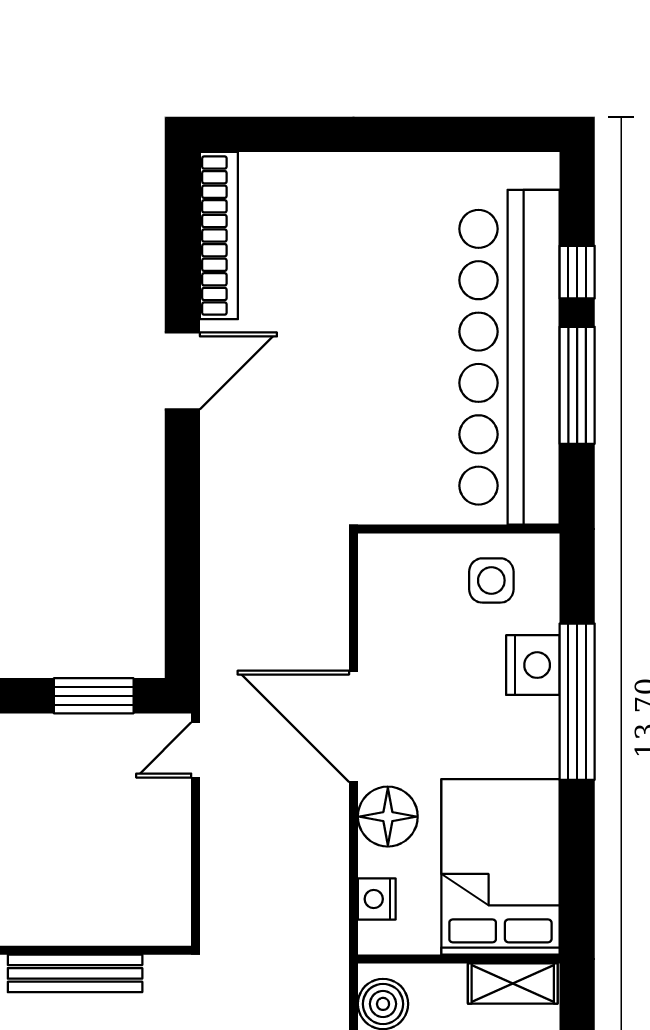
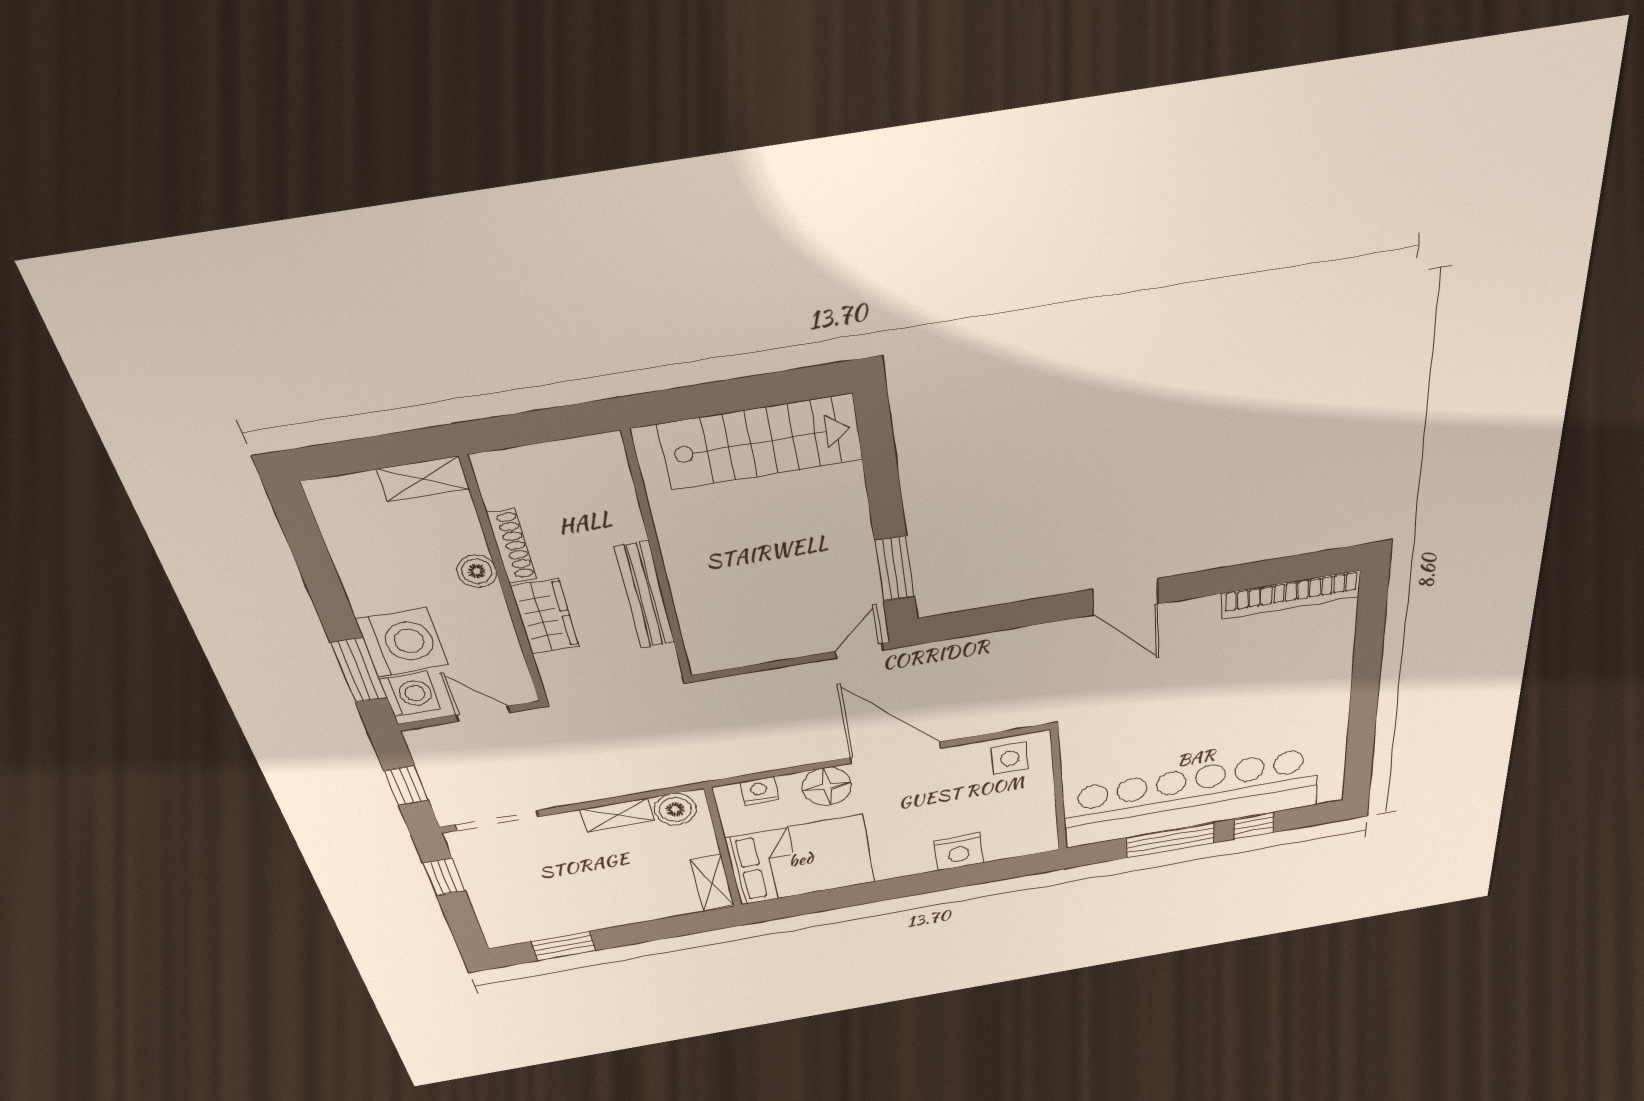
door: (182, 371) -> (1125, 597), moved
side table: (491, 580) -> (1010, 758), moved
window: (577, 702) -> (934, 881), removed
door: (353, 726) -> (895, 753), hinge flipped
door: (196, 750) -> (859, 651), hinge flipped

